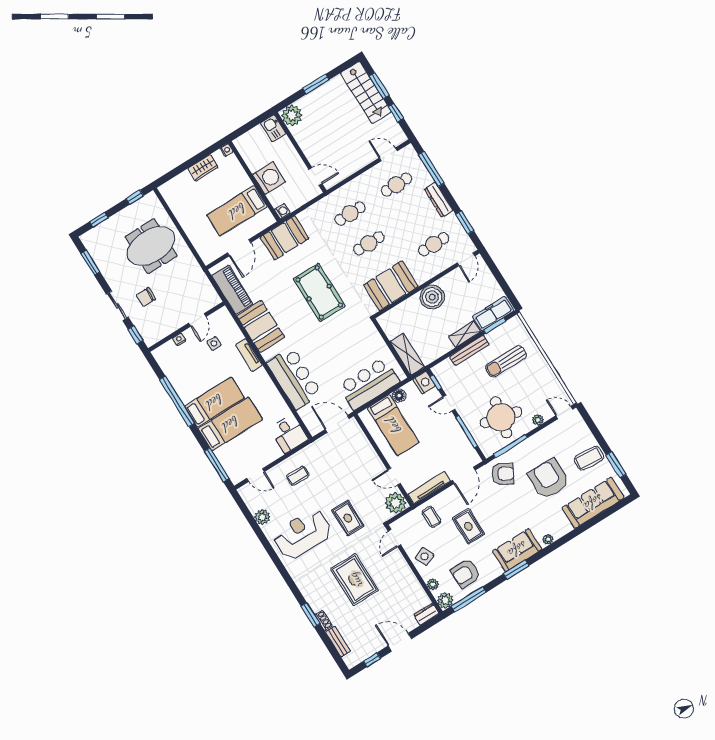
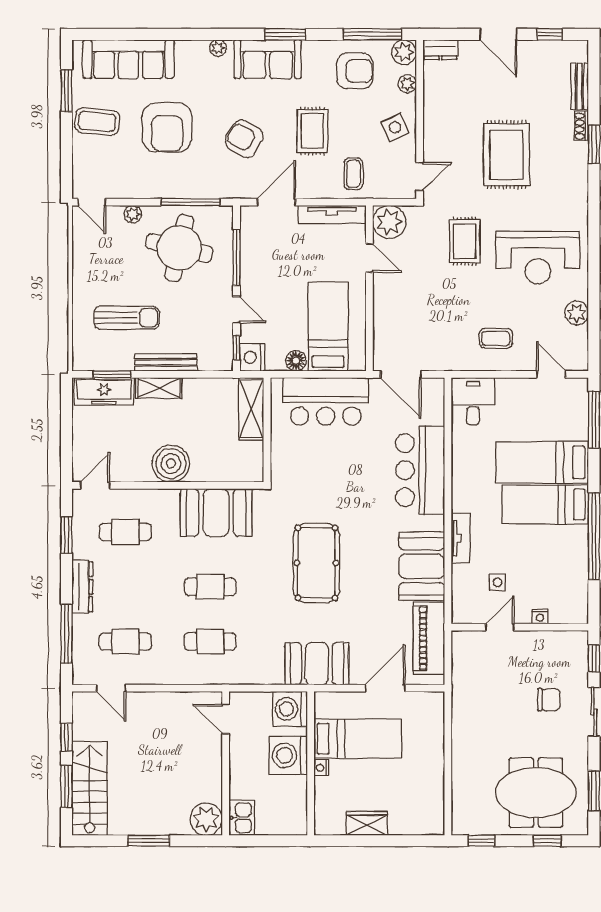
nightstand: (226, 150) -> (321, 768), moved
washing machine: (282, 211) -> (290, 709), width x1.89, depth x1.89
meeting table: (151, 246) -> (536, 793), moved
armchair: (503, 474) -> (244, 139), moved

